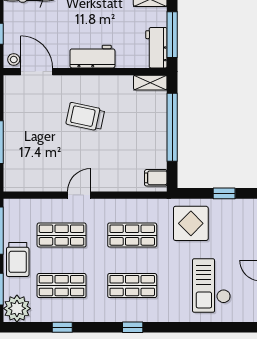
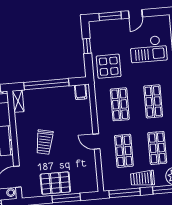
pallet: (22, 128) -> (55, 183), added
trolley: (18, 259) -> (142, 178), turned 180

